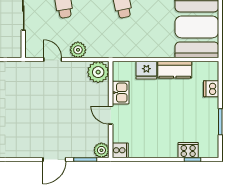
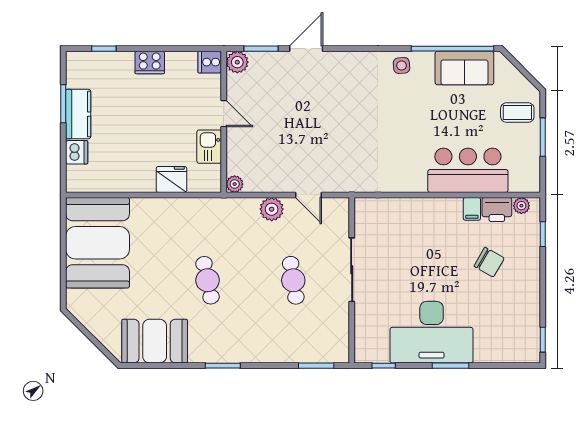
kitchen counter: (175, 70) -> (78, 114), moved, turned 90
plant: (98, 72) -> (235, 184), width x0.53, depth x0.53
cooker: (188, 150) -> (150, 62), moved

